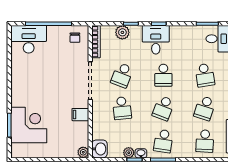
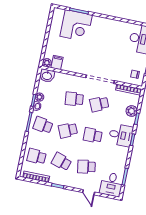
school desk: (122, 75) -> (99, 104), turned -45
school desk: (163, 108) -> (68, 130), turned -45
filing cabinet: (80, 115) -> (57, 63), moved

